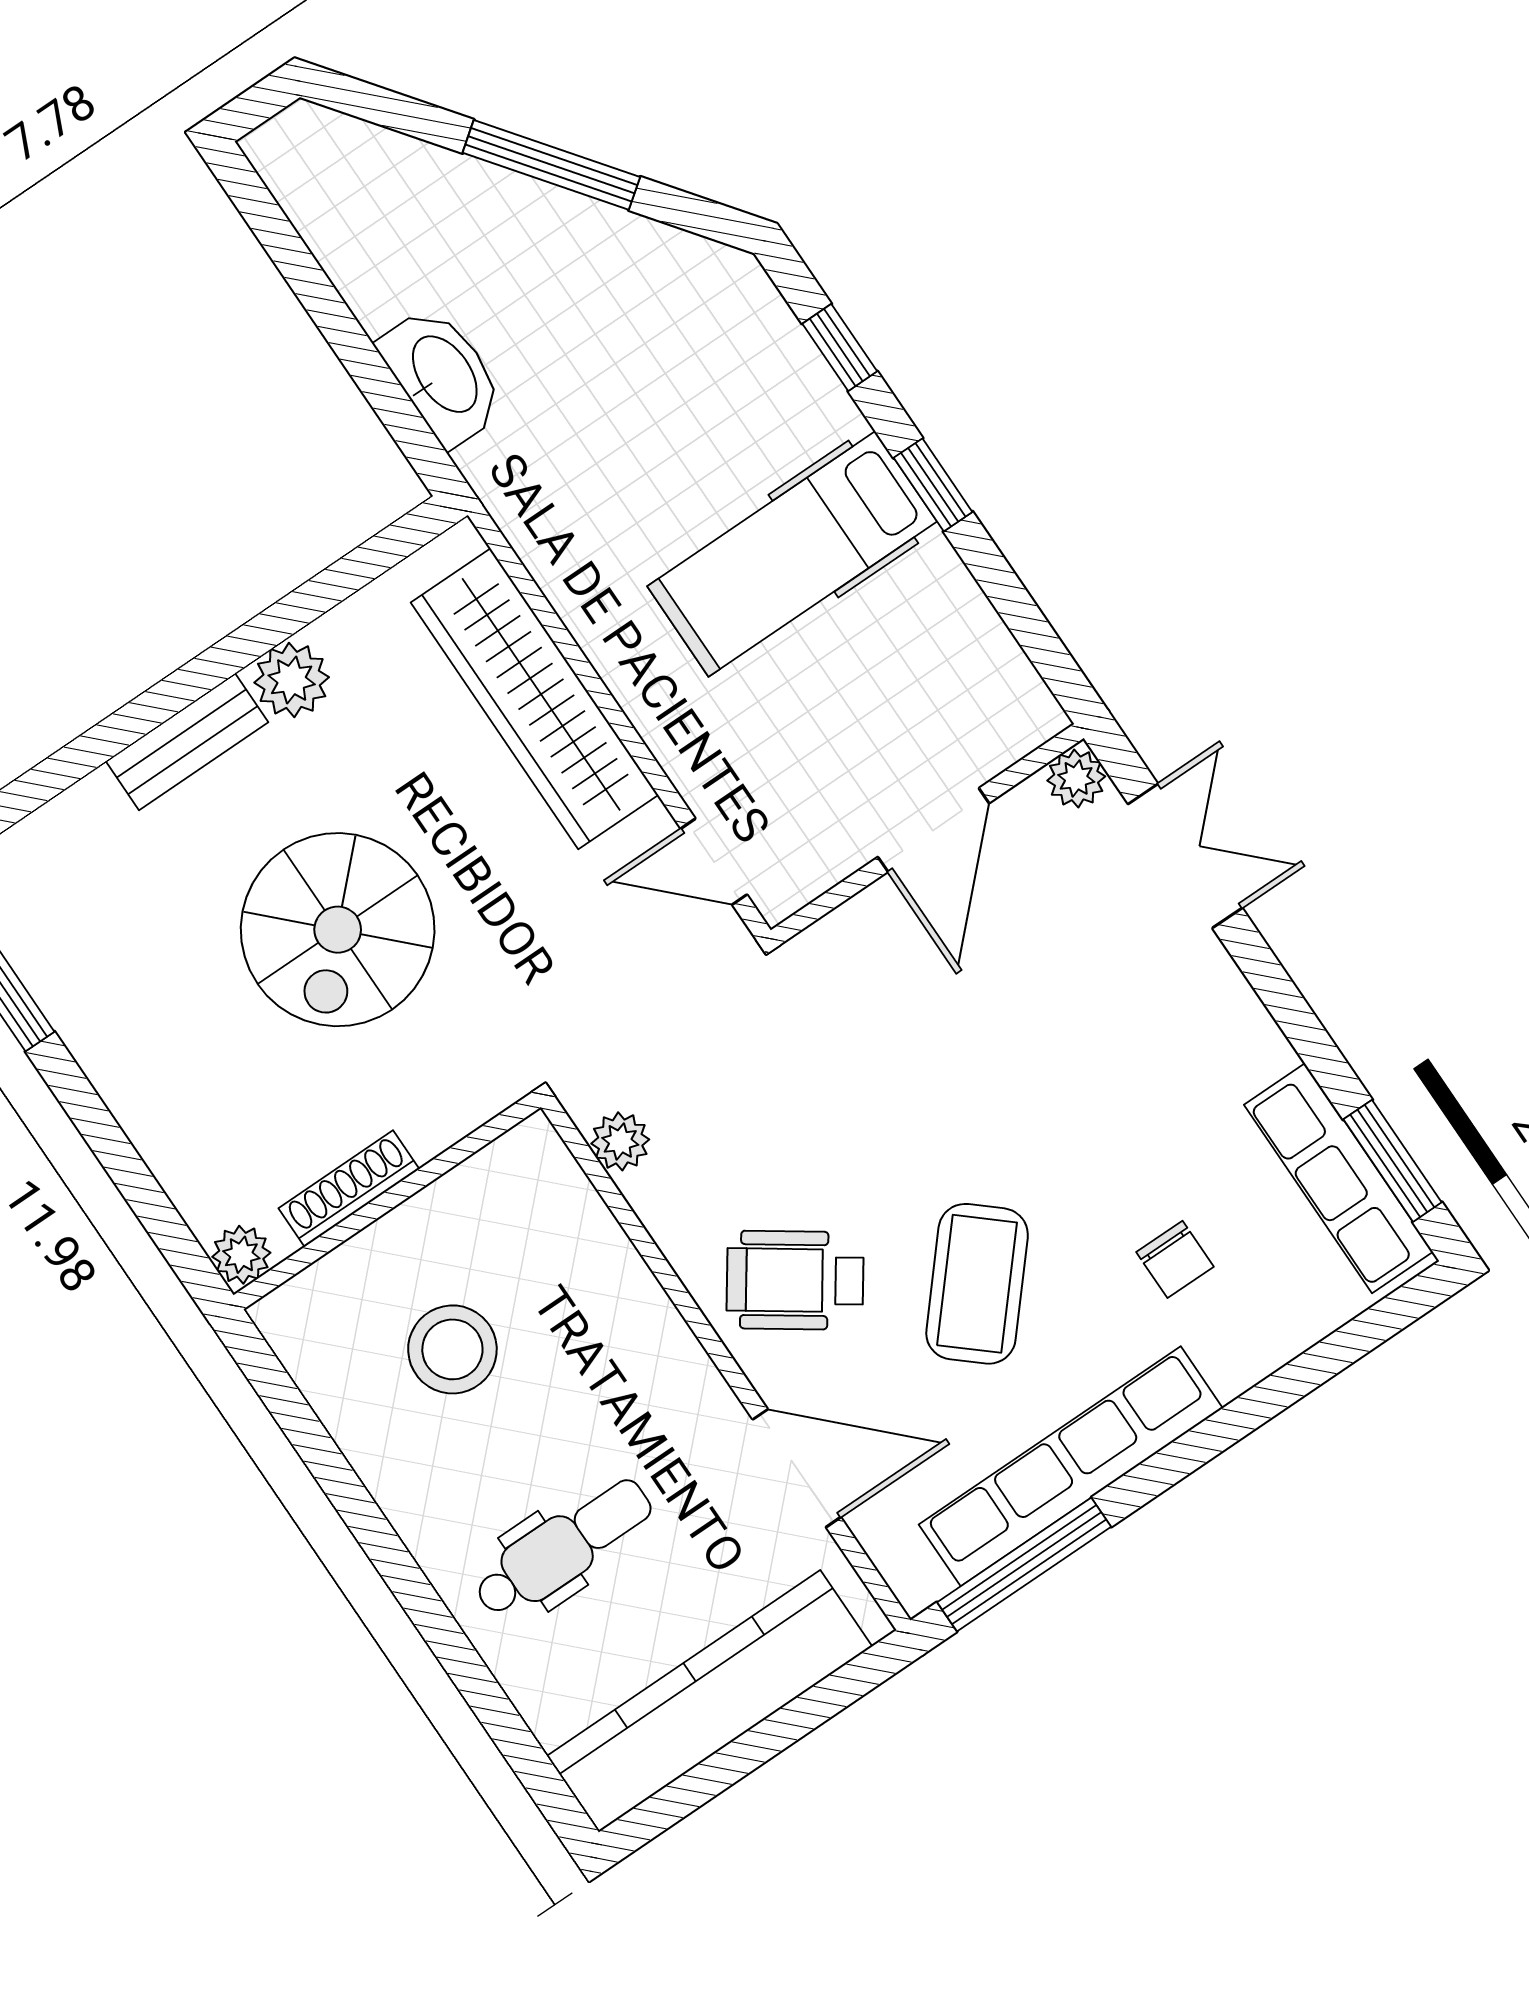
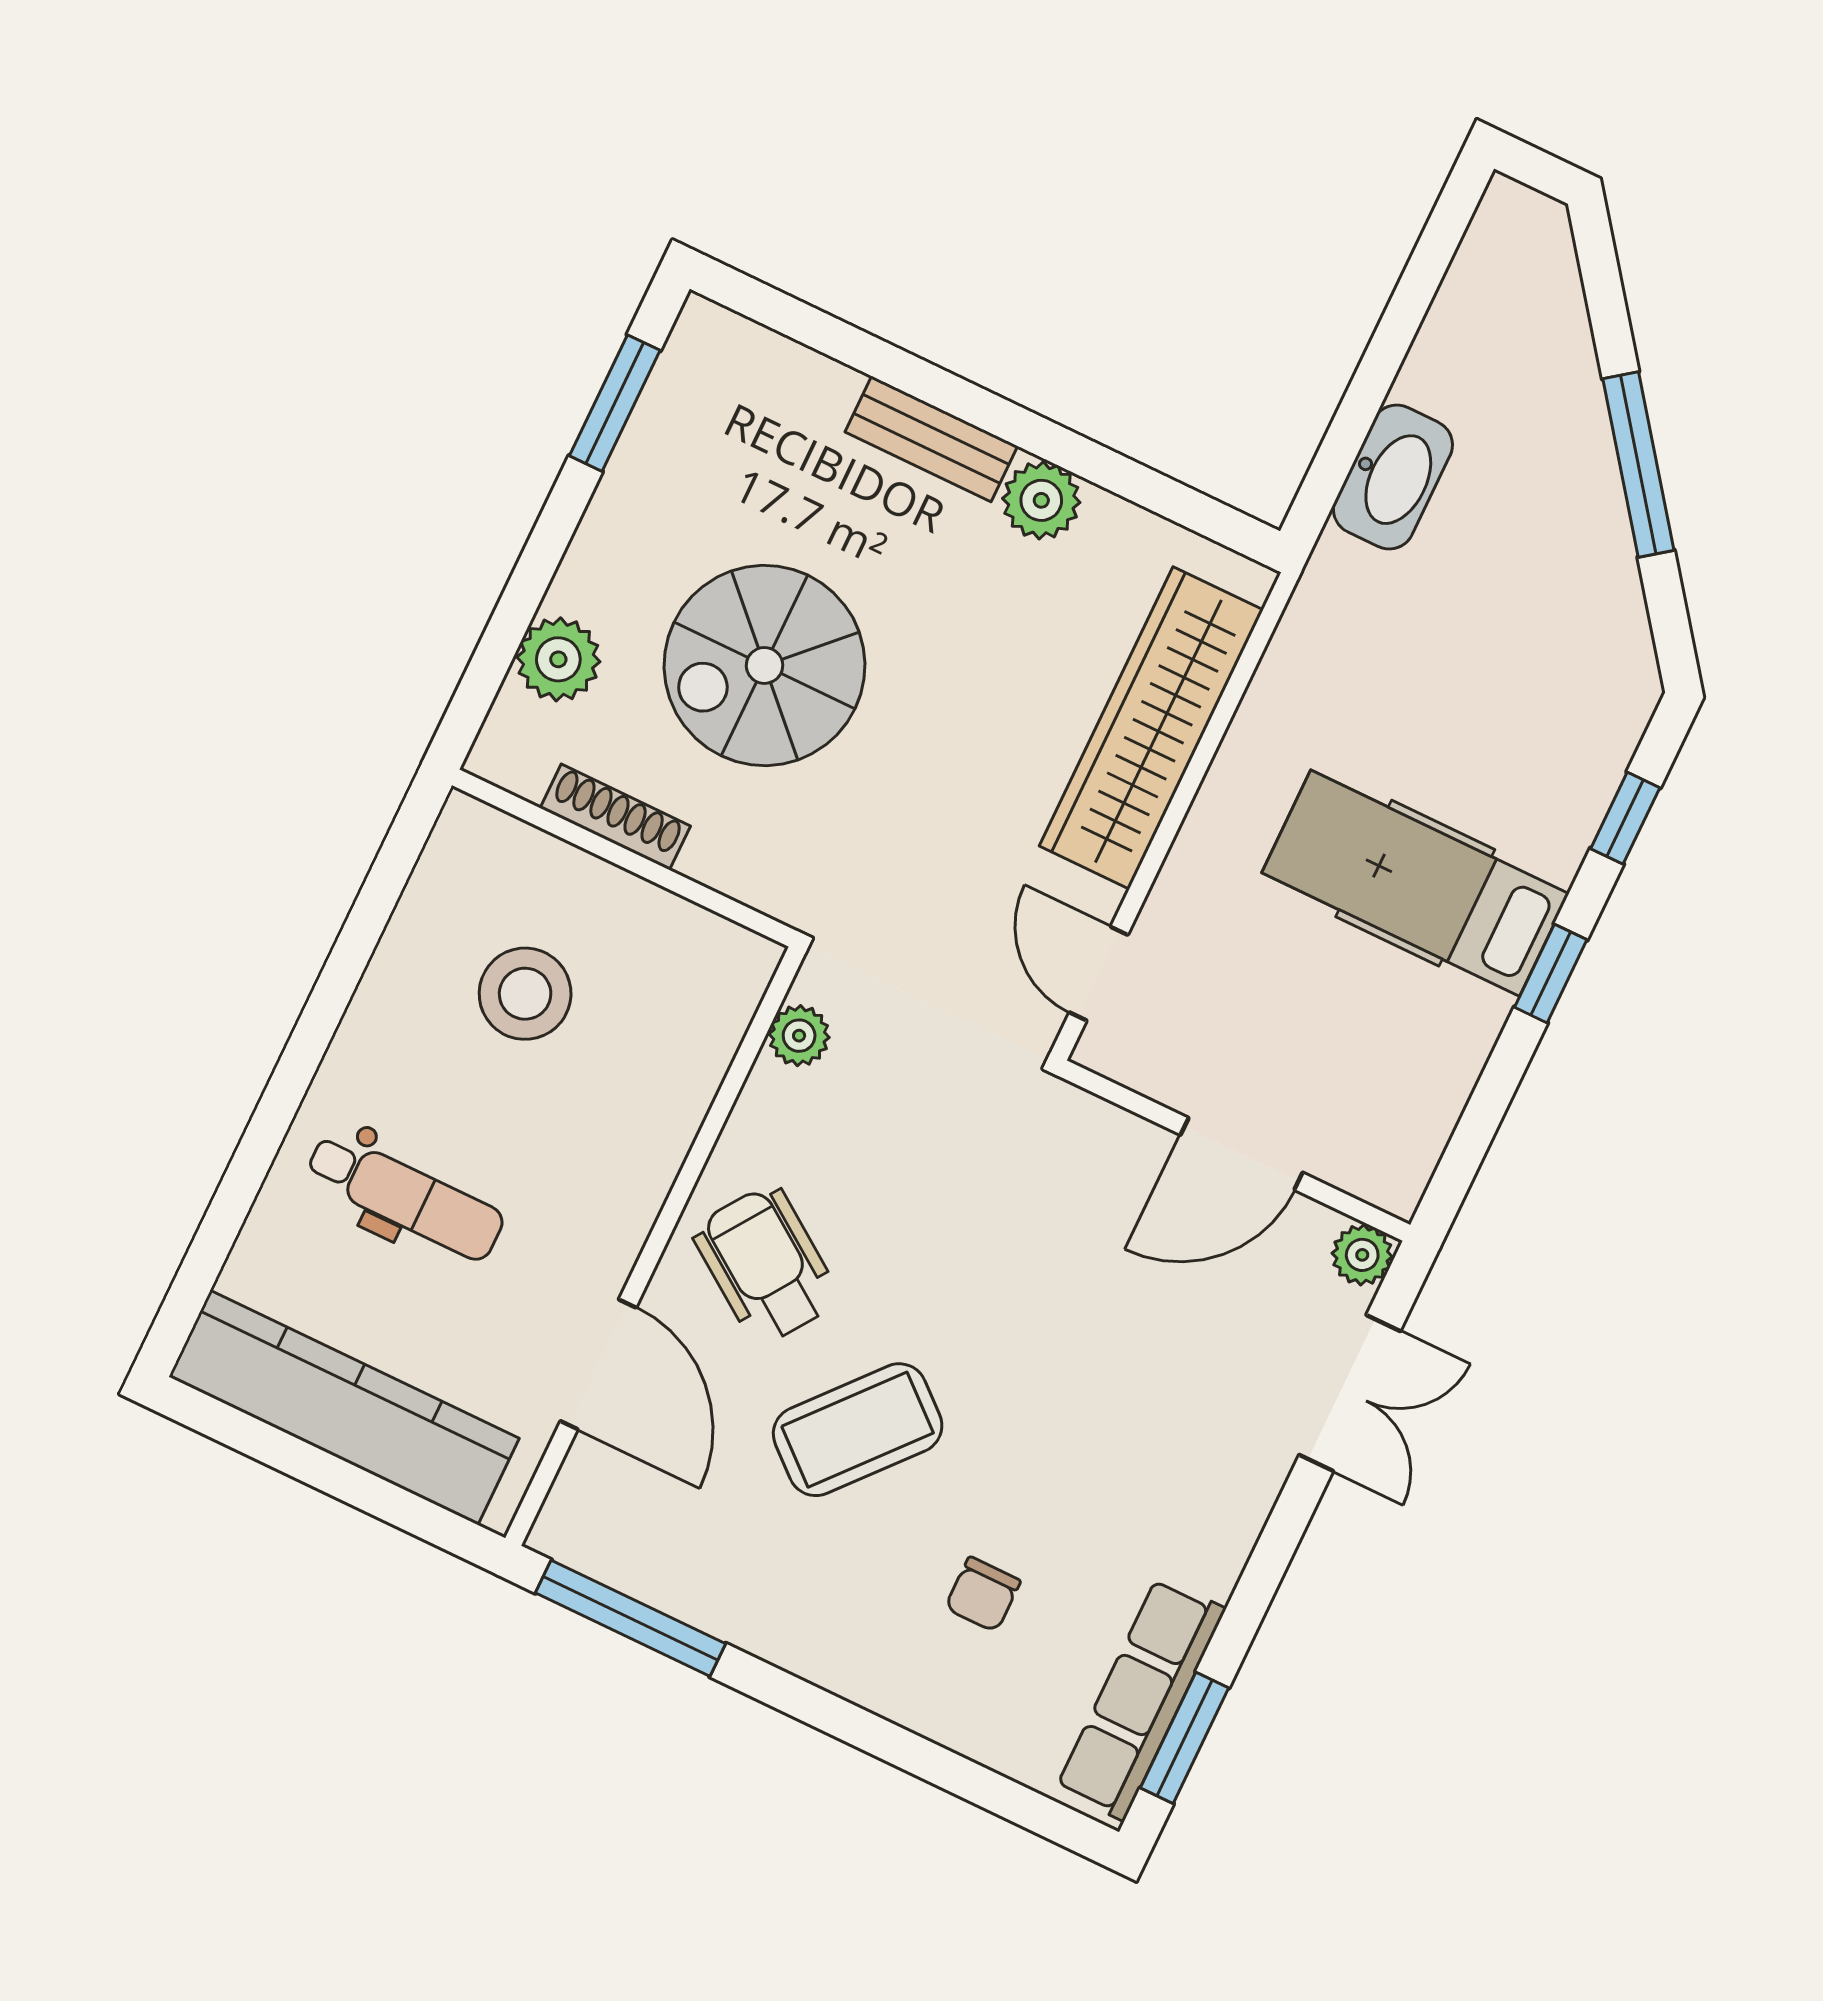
spiral stairs: (338, 930) -> (764, 665), moved
plant: (241, 1255) -> (558, 659), moved, width x1.38, depth x1.38
row of seats: (1071, 1466) -> (743, 1609), removed

